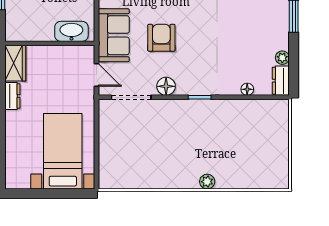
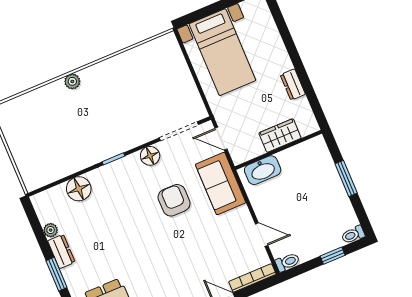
armchair: (161, 38) -> (174, 200), turned 180
wardrobe: (15, 63) -> (280, 136), moved, turned 90
dresser: (281, 81) -> (61, 251), moved
floor lamp: (247, 89) -> (79, 189), width x1.89, depth x1.89

